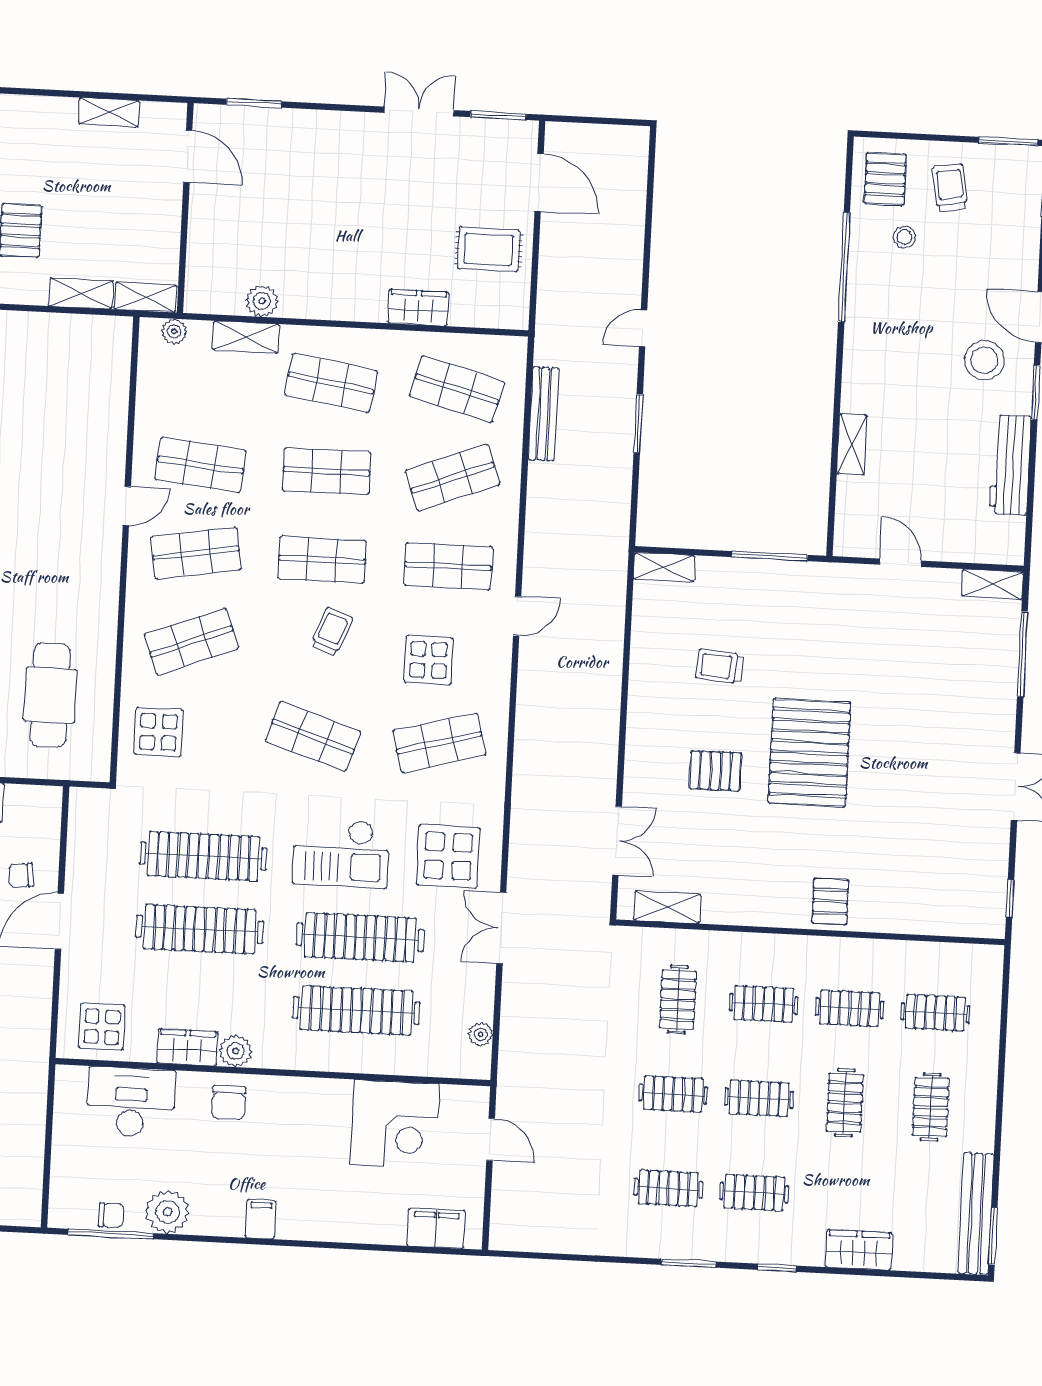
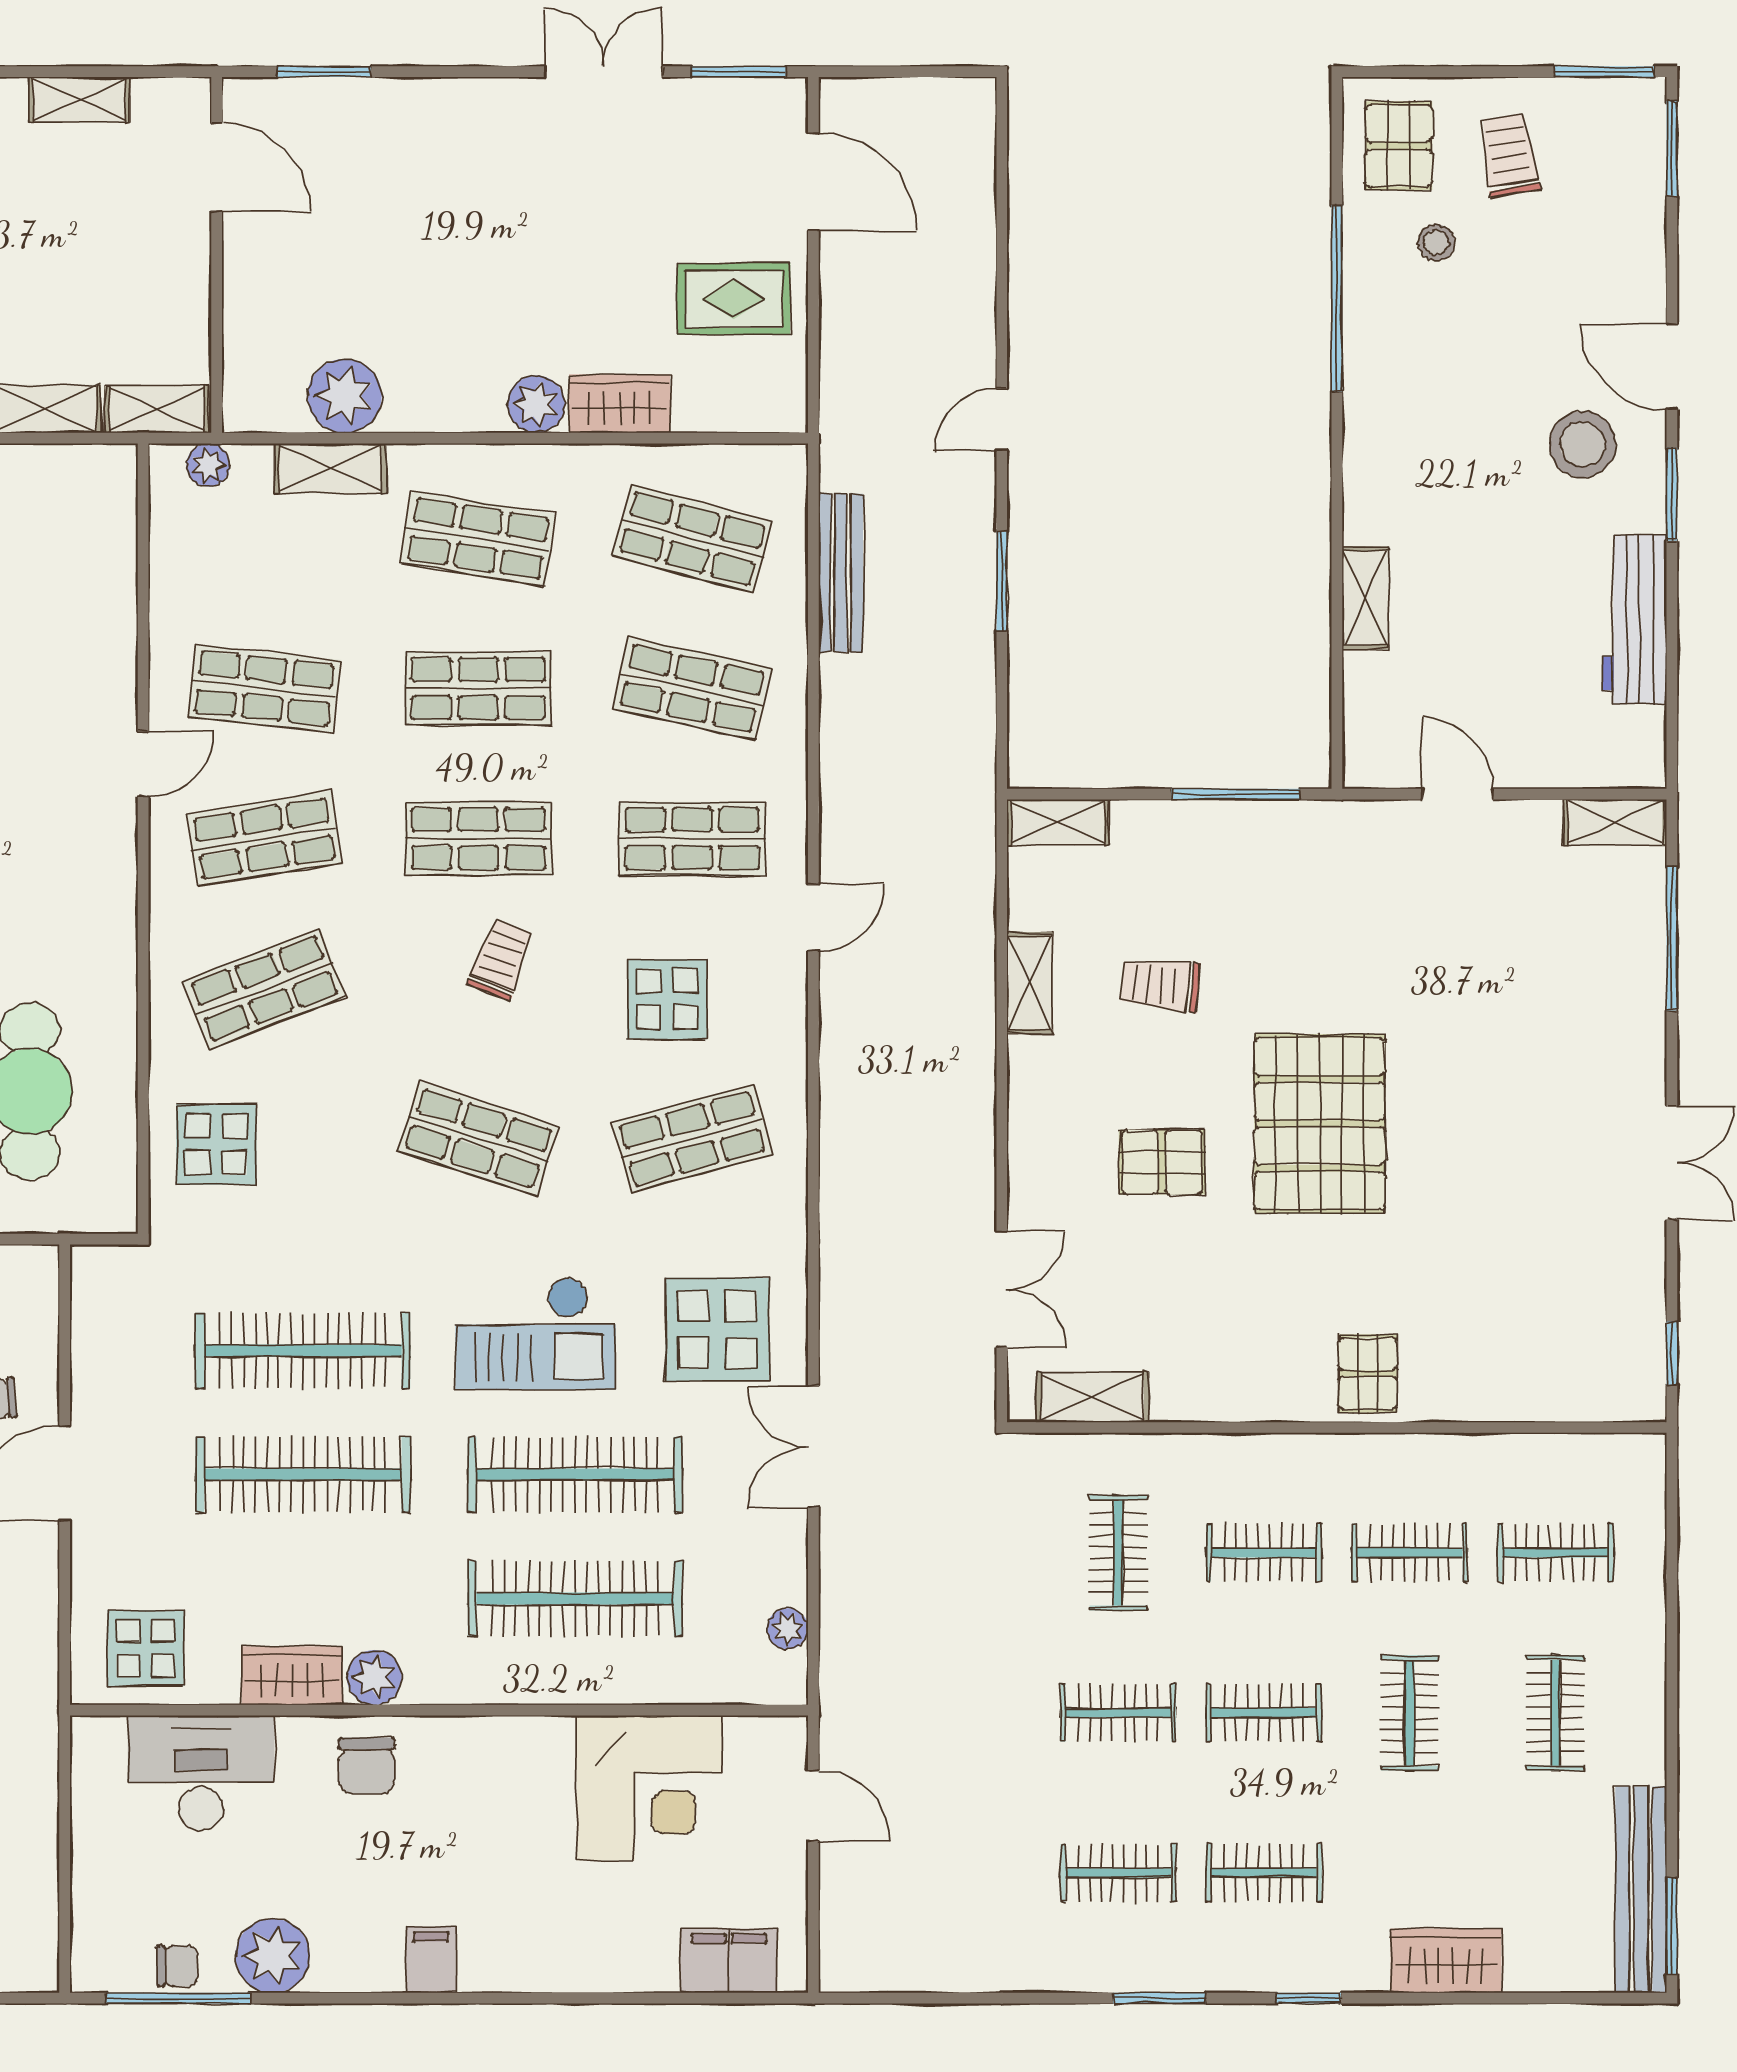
plant: (262, 301) -> (345, 396), width x1.36, depth x1.36
plant: (369, 305) -> (536, 404), added
shop shelf: (453, 478) -> (692, 689), turned 33
shelving: (643, 661) -> (1030, 983), added

